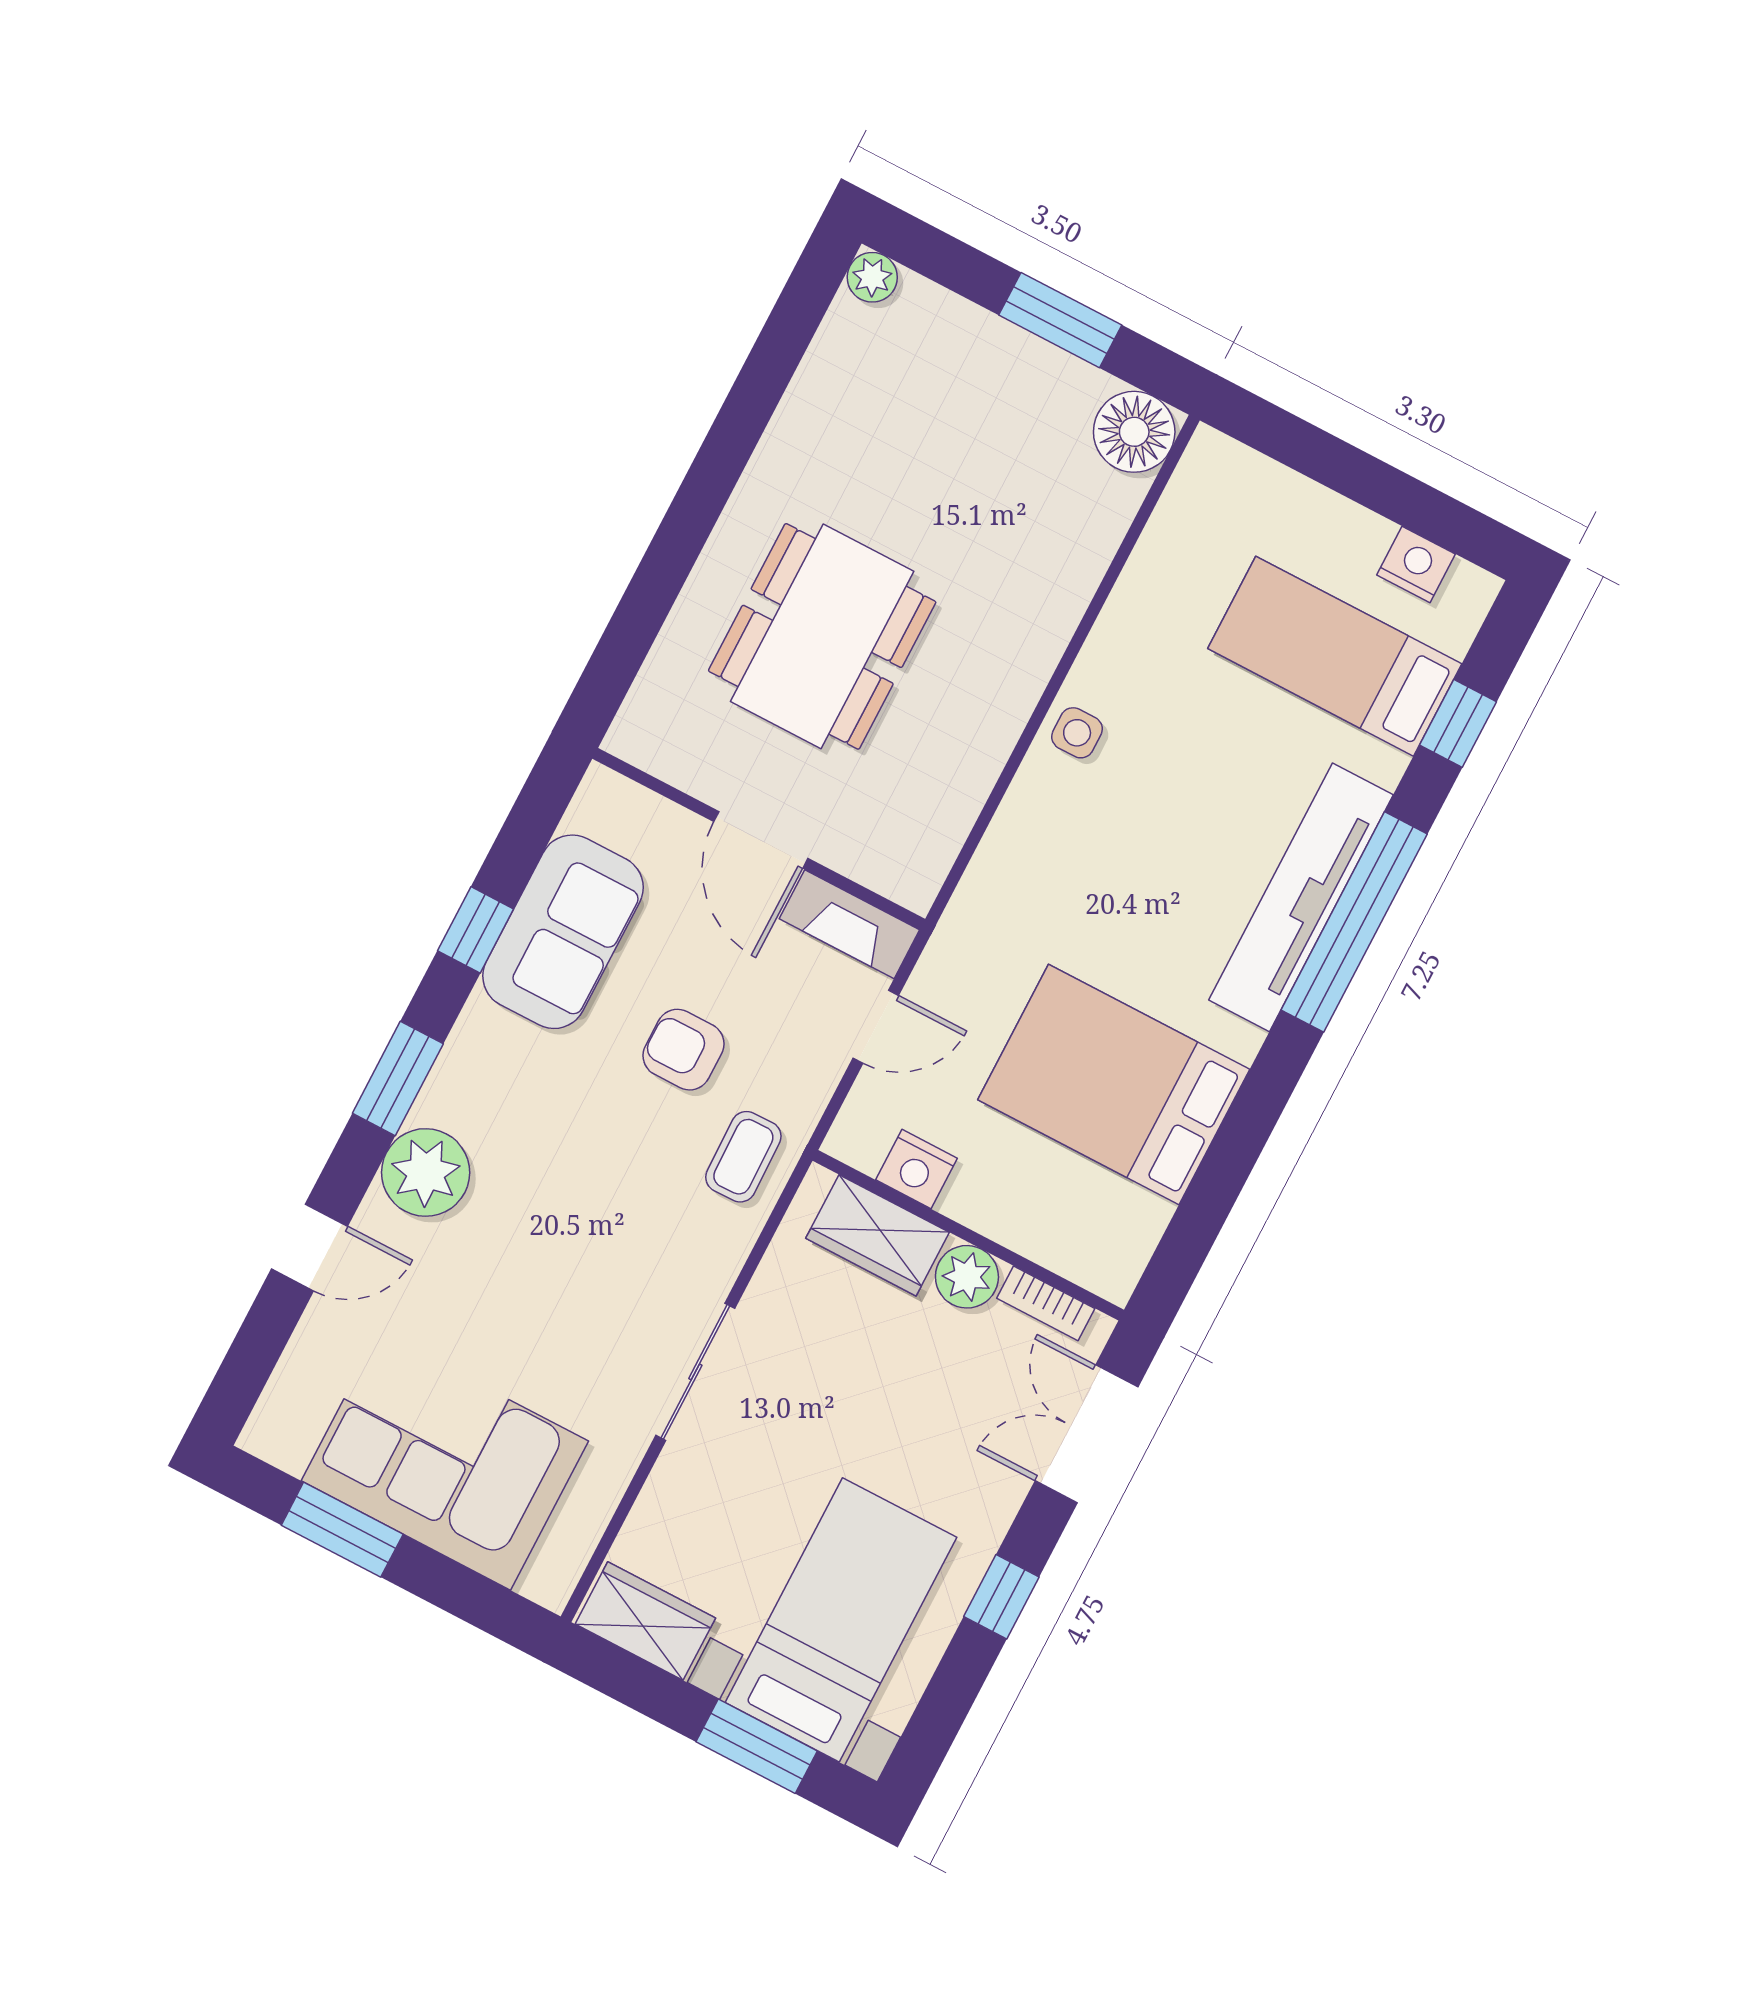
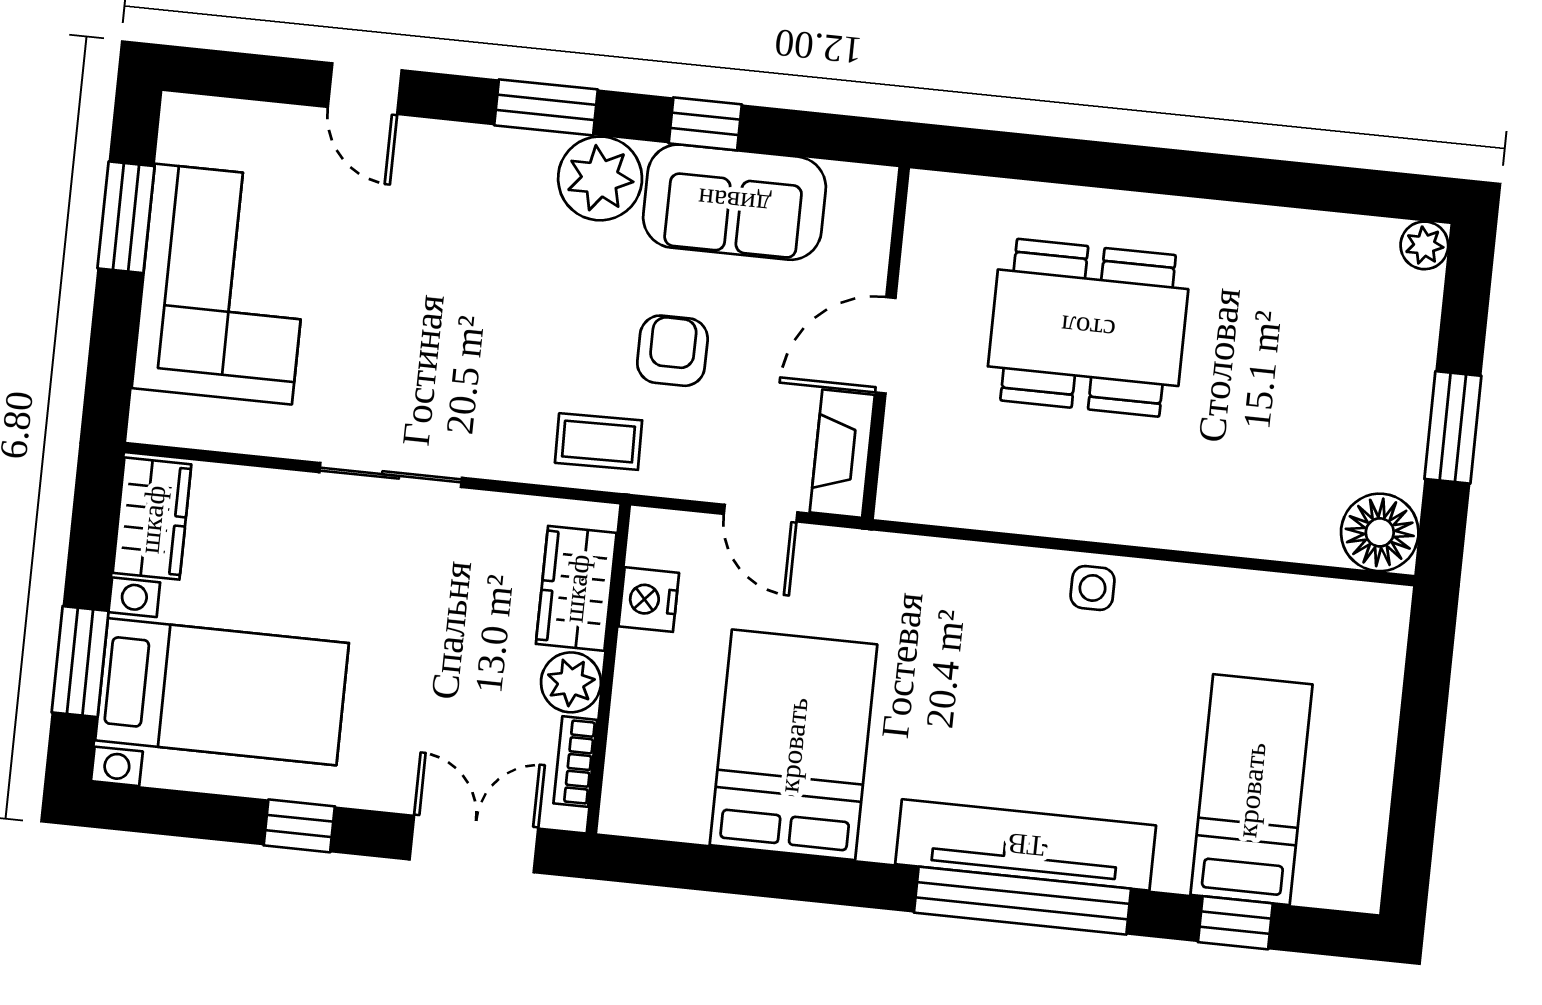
nightstand: (1416, 565) -> (1362, 829), removed
plant: (426, 1172) -> (600, 178), moved

